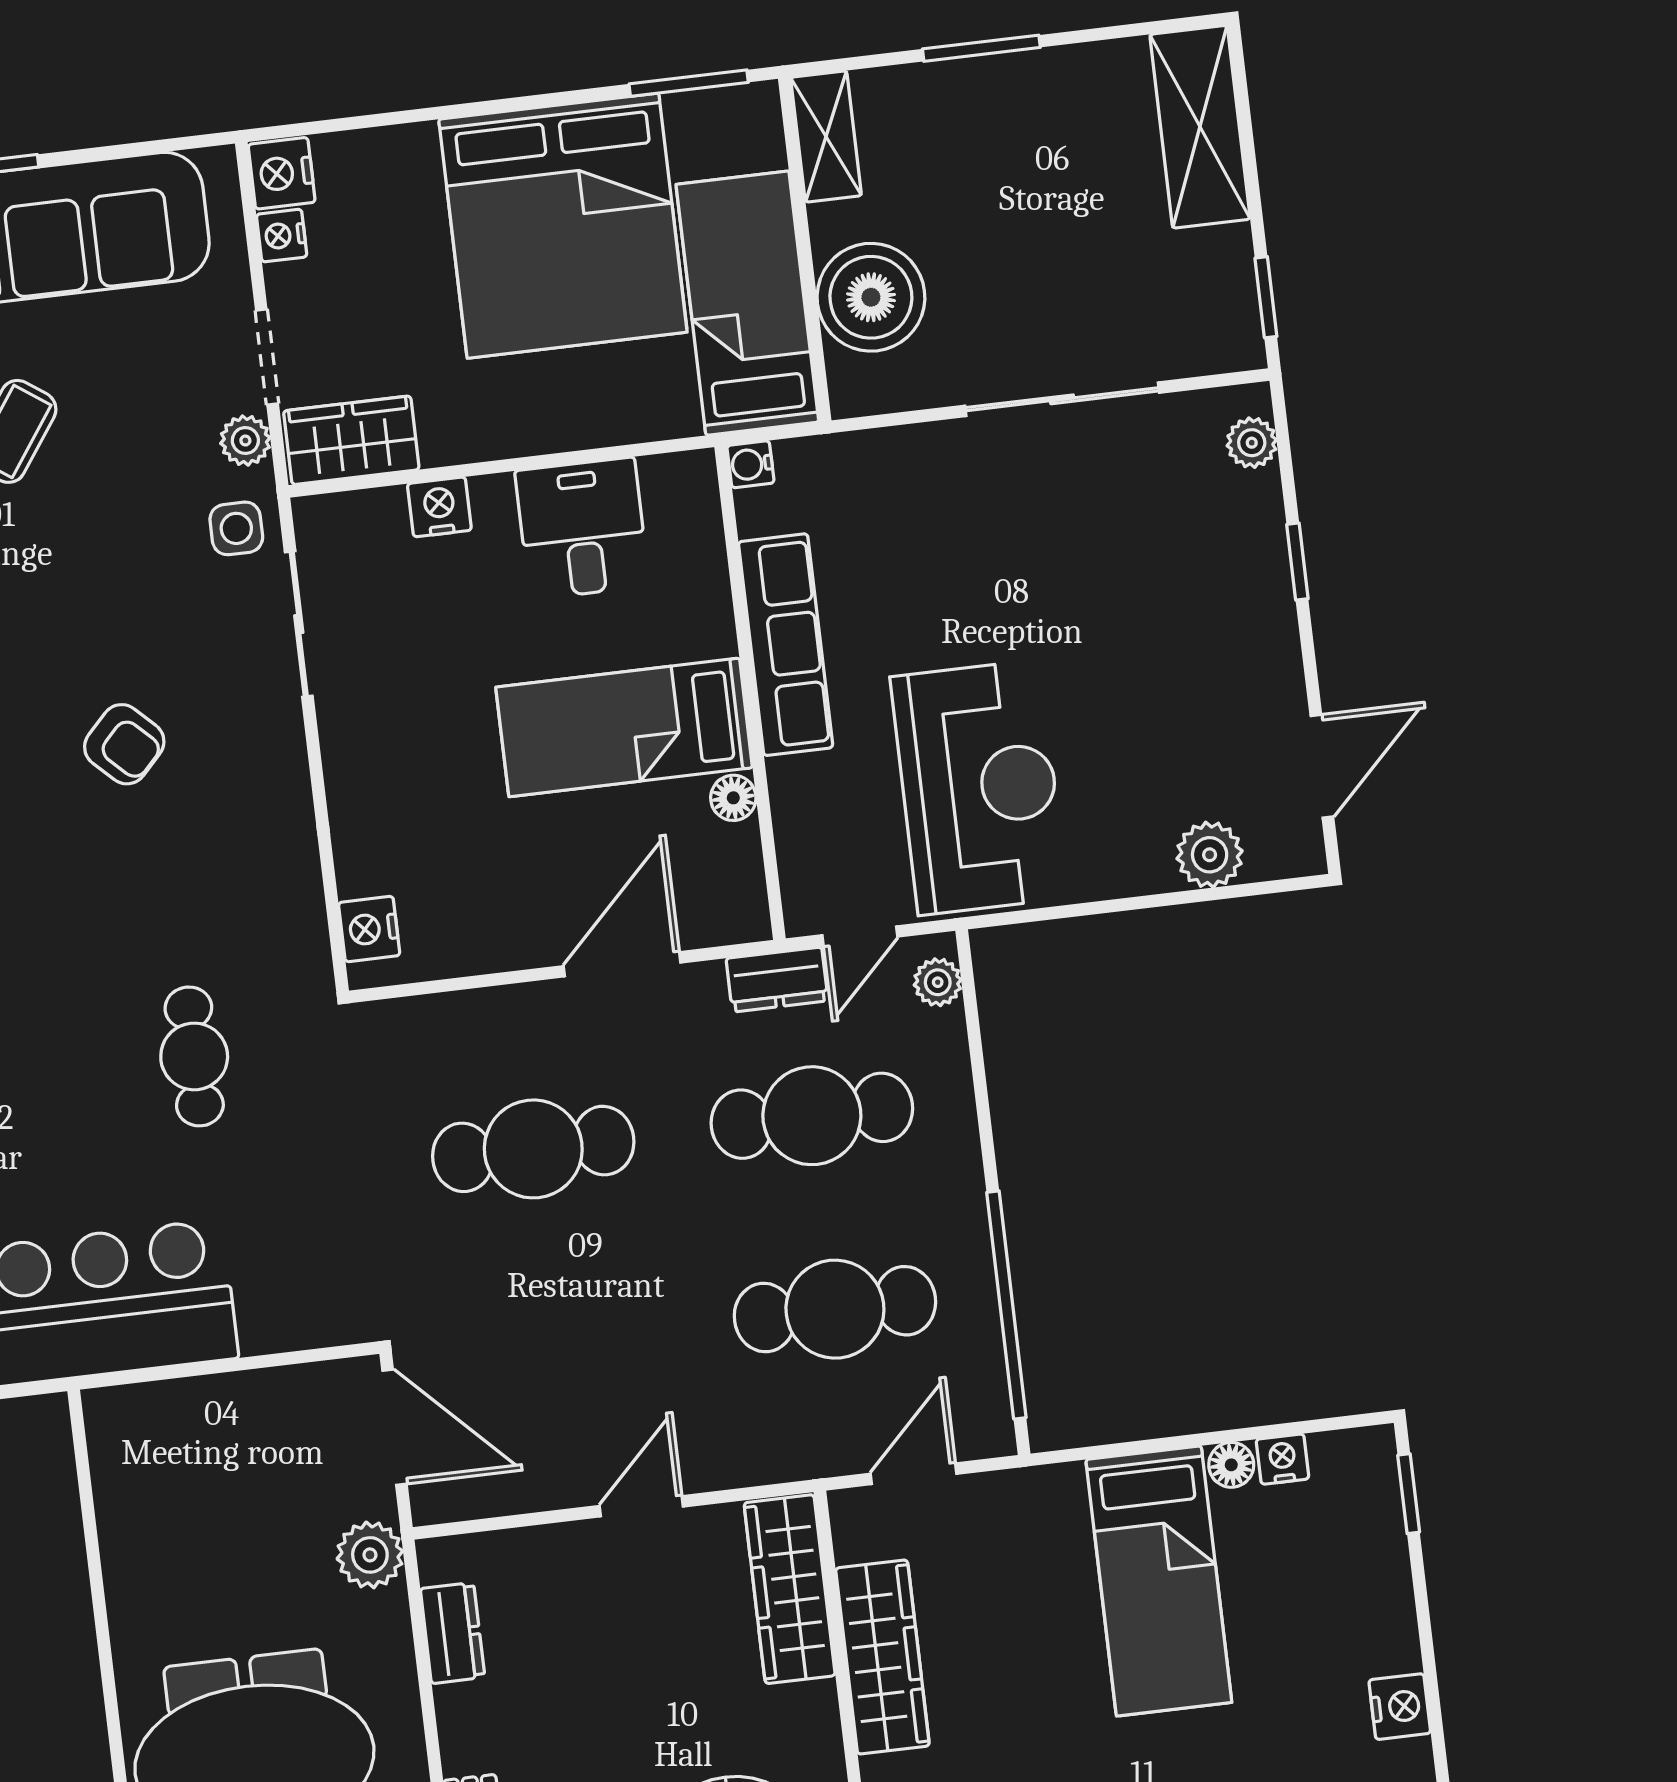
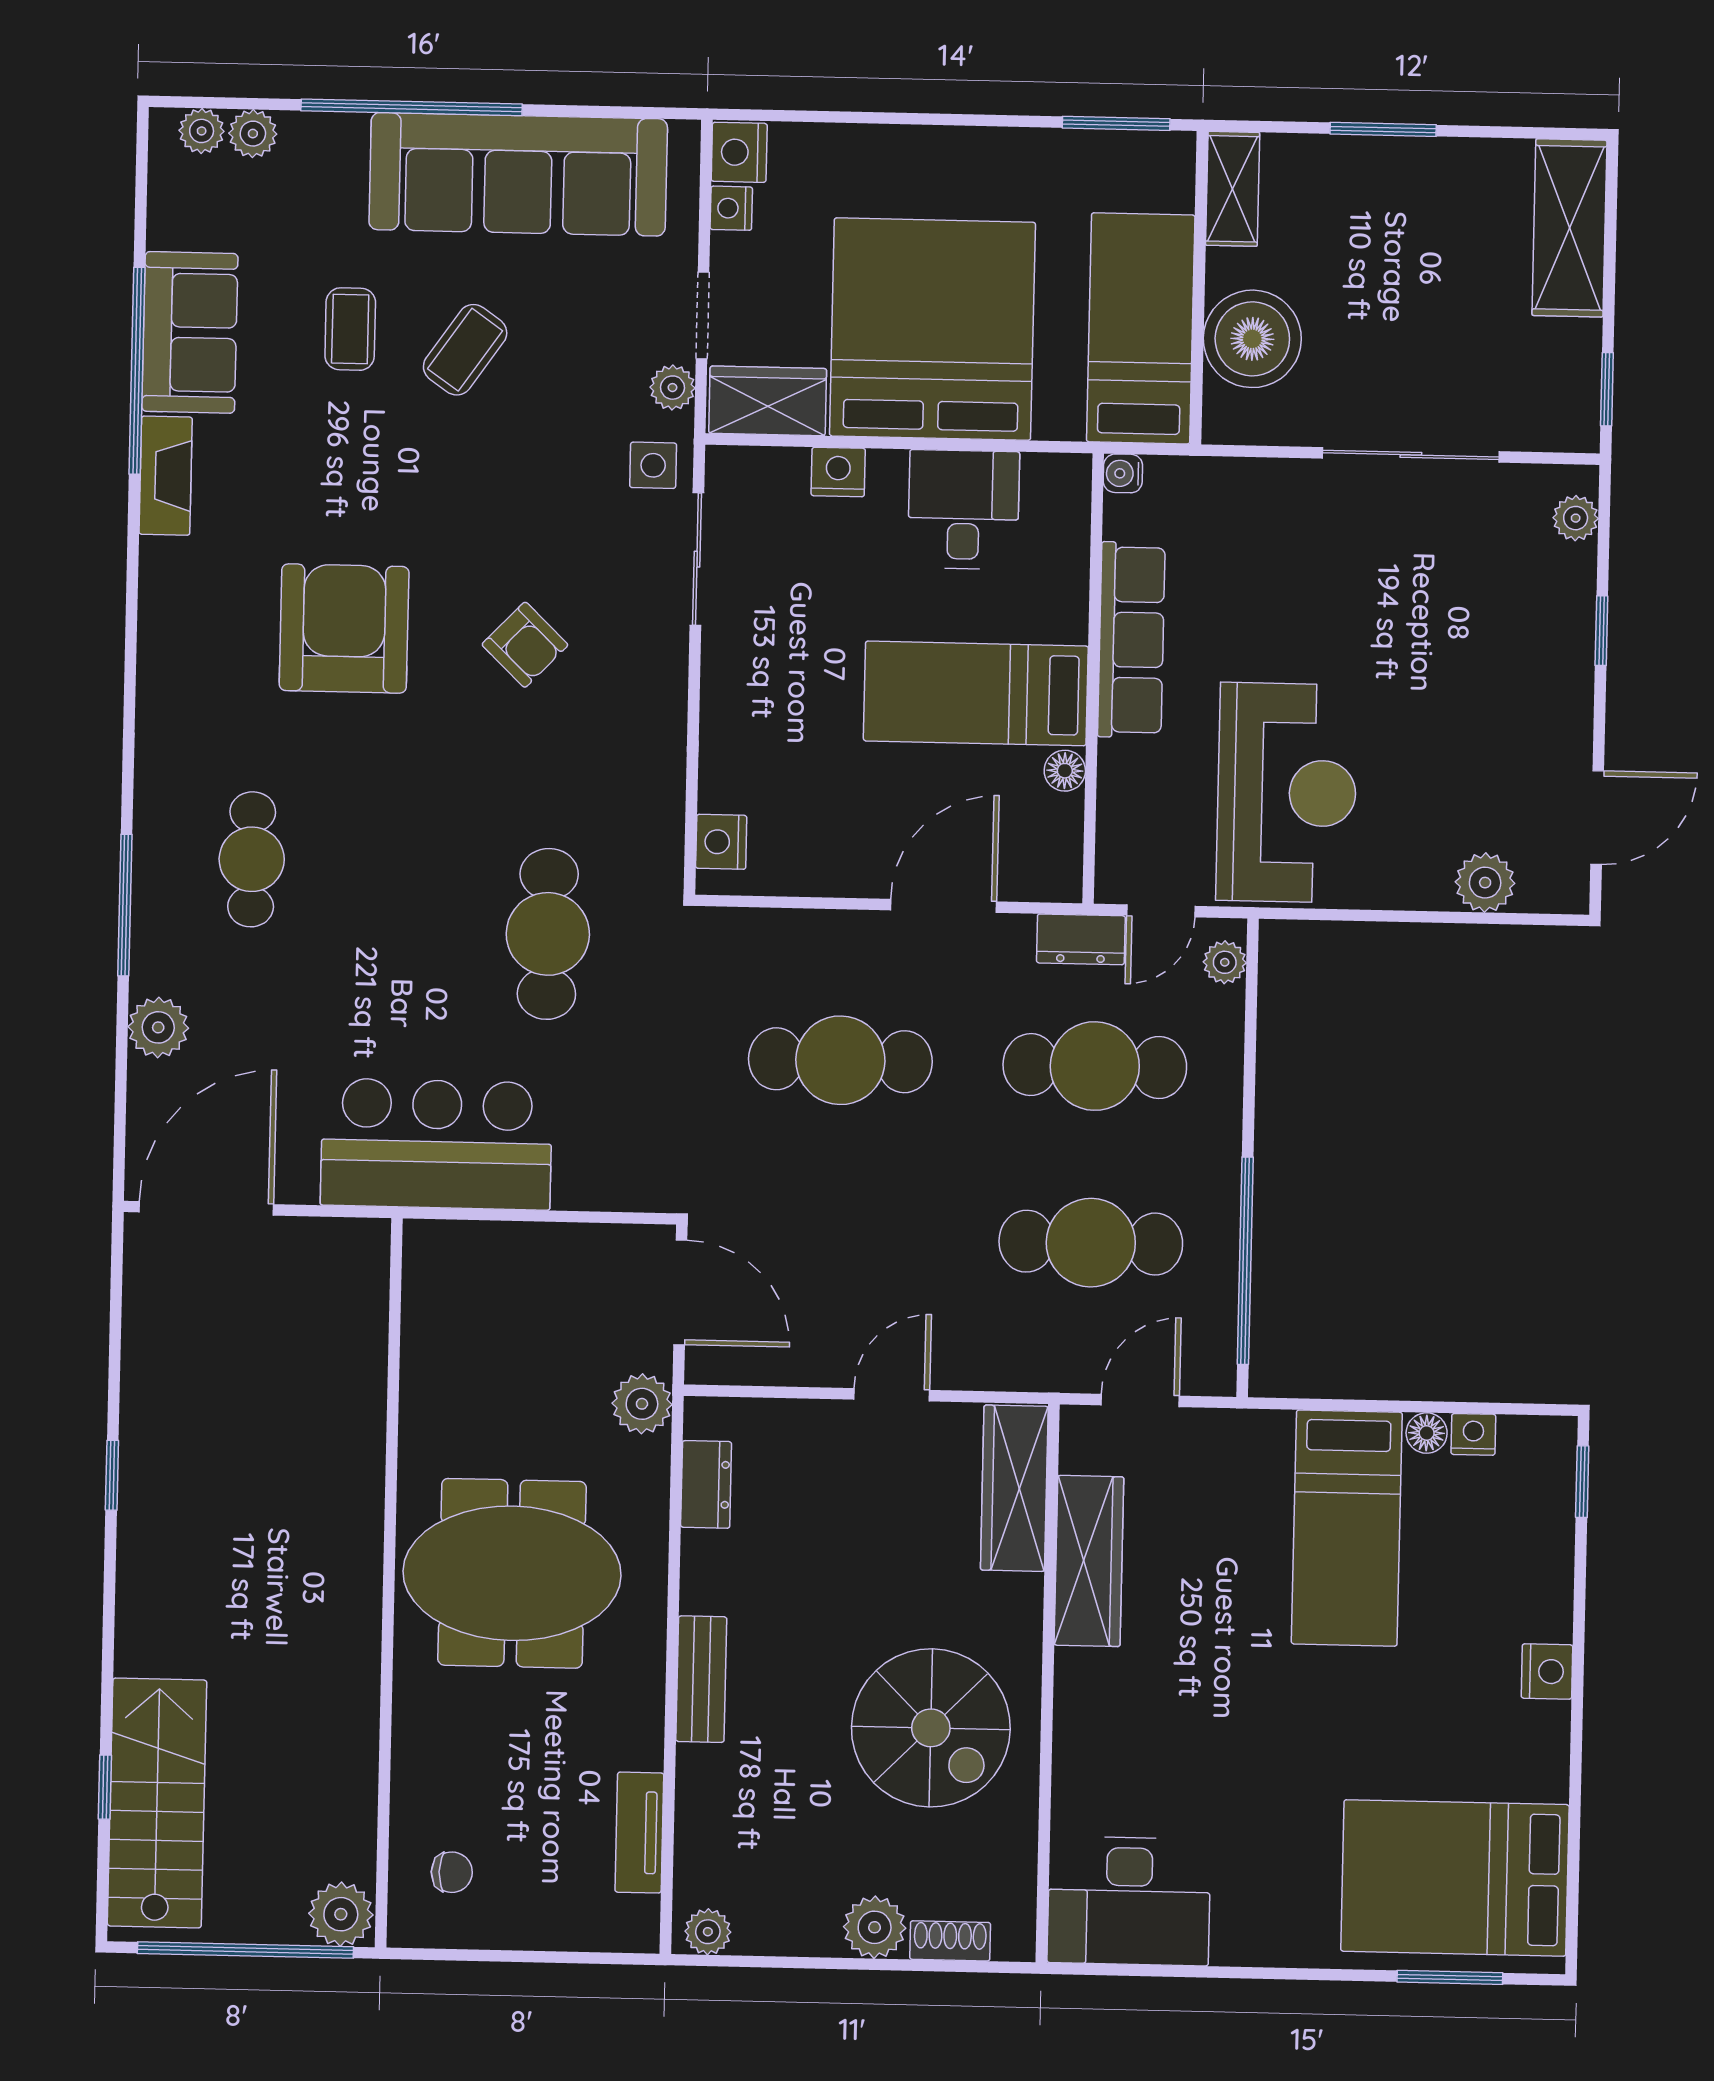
bed: (563, 226) -> (932, 329), moved, turned 180
cafe table: (194, 1056) -> (548, 934), width x1.37, depth x1.35

